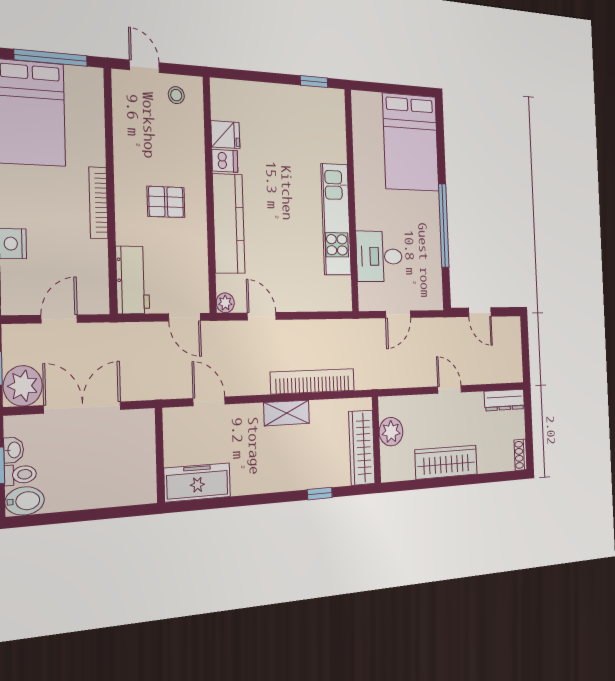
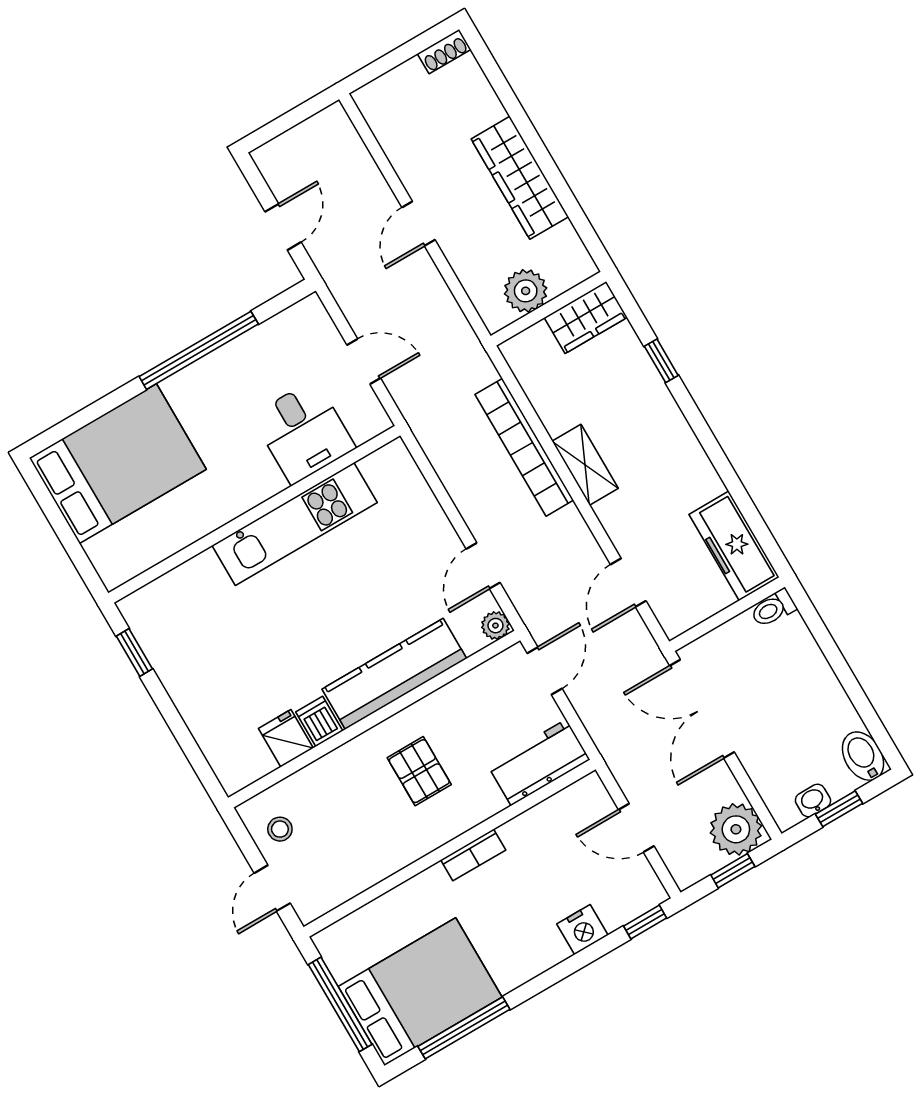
bookcase: (98, 203) -> (473, 855), width x0.64
dresser: (504, 400) -> (382, 120), removed
double door: (83, 408) -> (702, 709), moved
wardrobe: (362, 448) -> (586, 317), width x0.67
toilet: (20, 475) -> (773, 609), moved, turned -90

